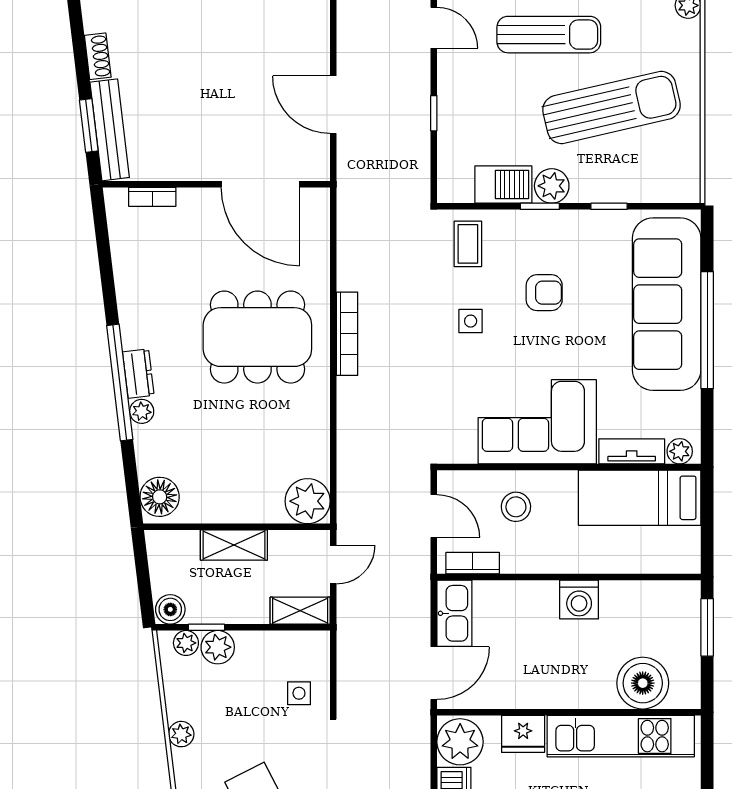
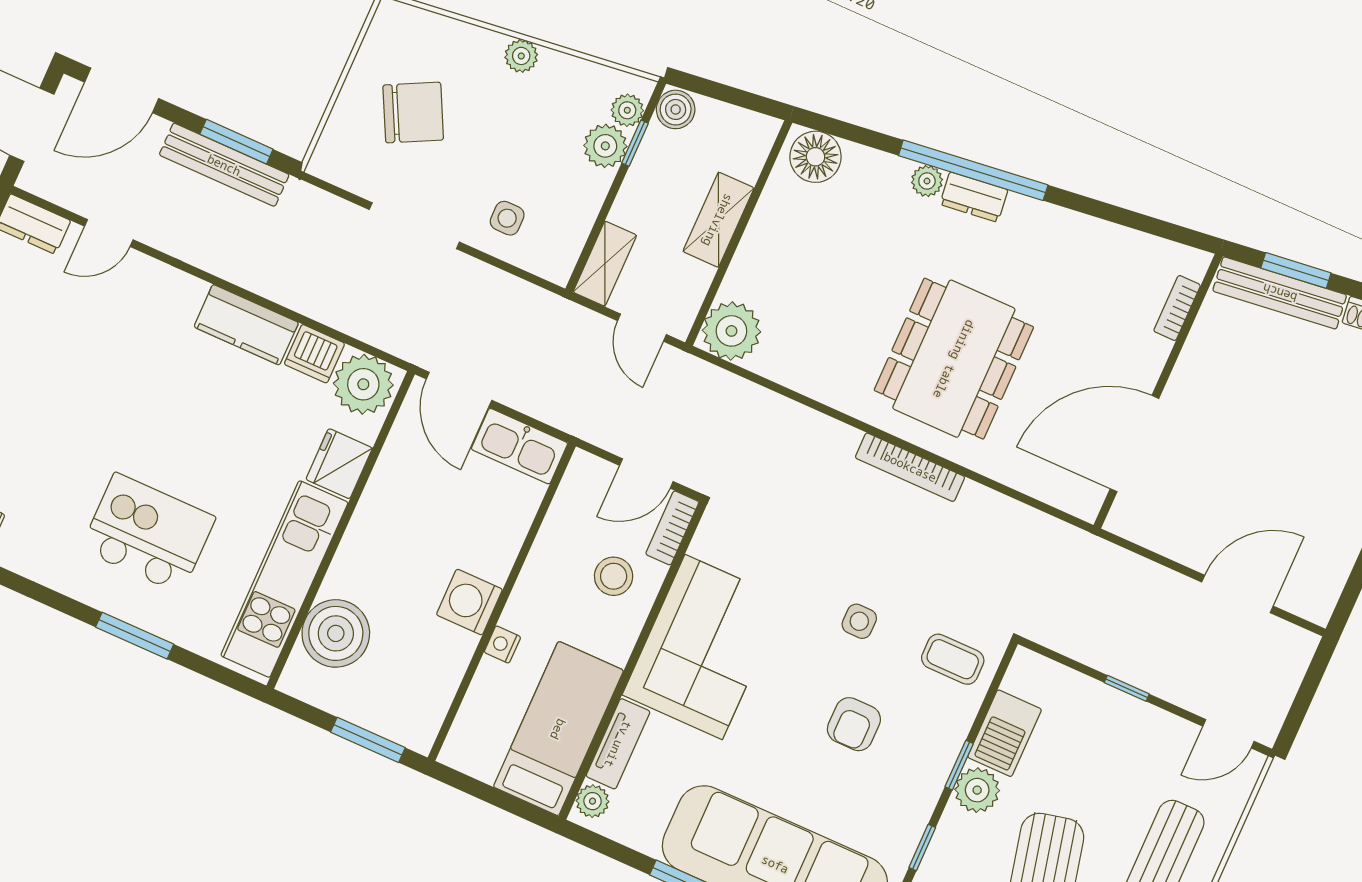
door: (333, 105) -> (1237, 594), moved
bookcase: (473, 563) -> (672, 528), moved, turned 180
nightstand: (598, 563) -> (502, 644), added

